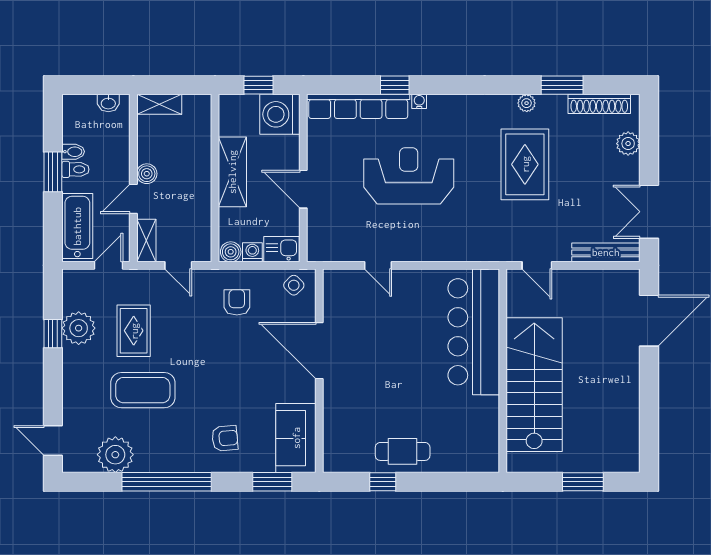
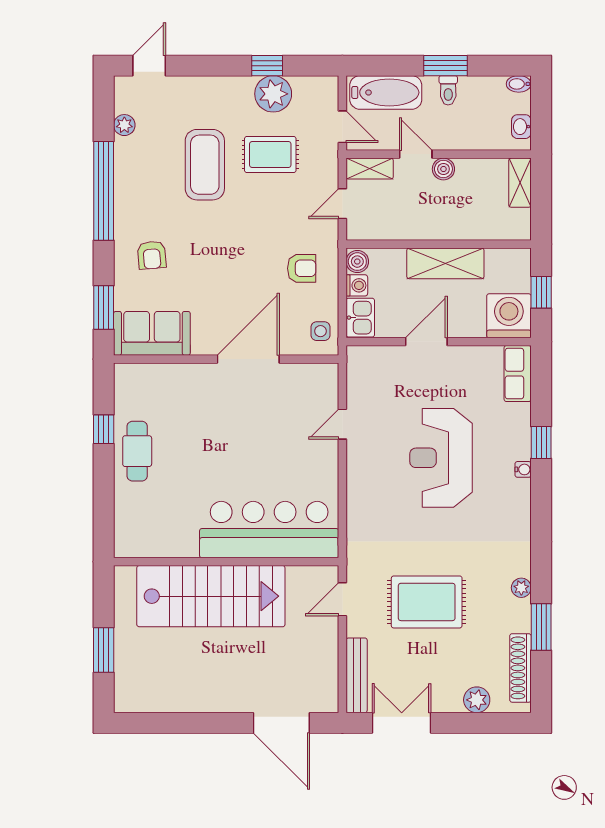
row of seats: (358, 106) -> (518, 374), width x0.50
bidet: (73, 152) -> (519, 84), moved, turned 90
rug: (525, 164) -> (427, 602), moved
reception desk: (409, 176) -> (441, 458), turned 180
side table: (294, 285) -> (320, 331), turned 45
plant: (115, 455) -> (124, 125), width x0.53, depth x0.53

